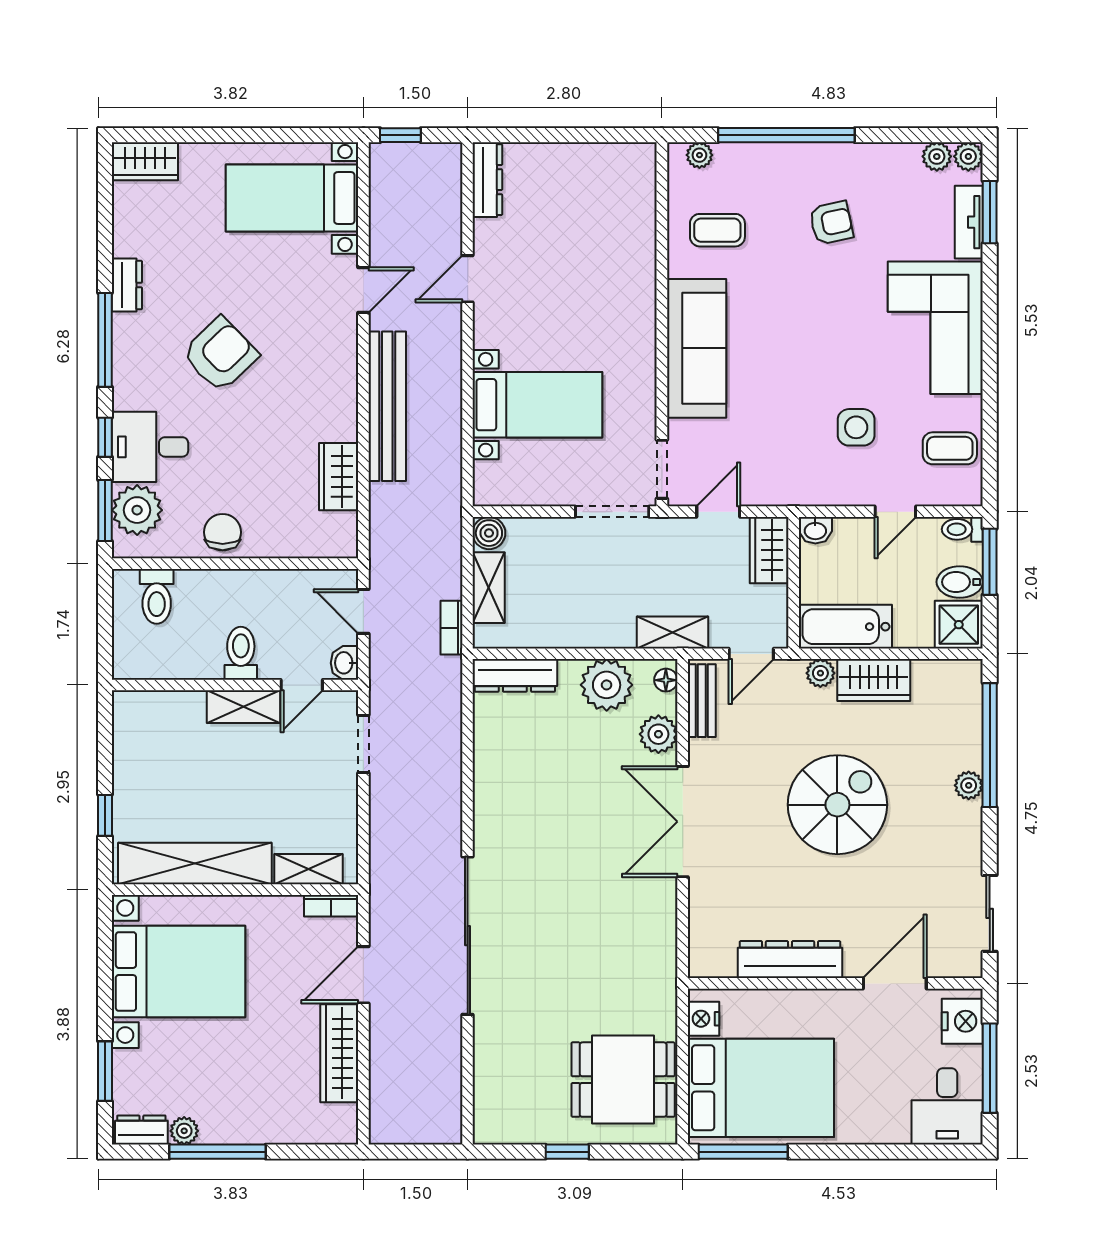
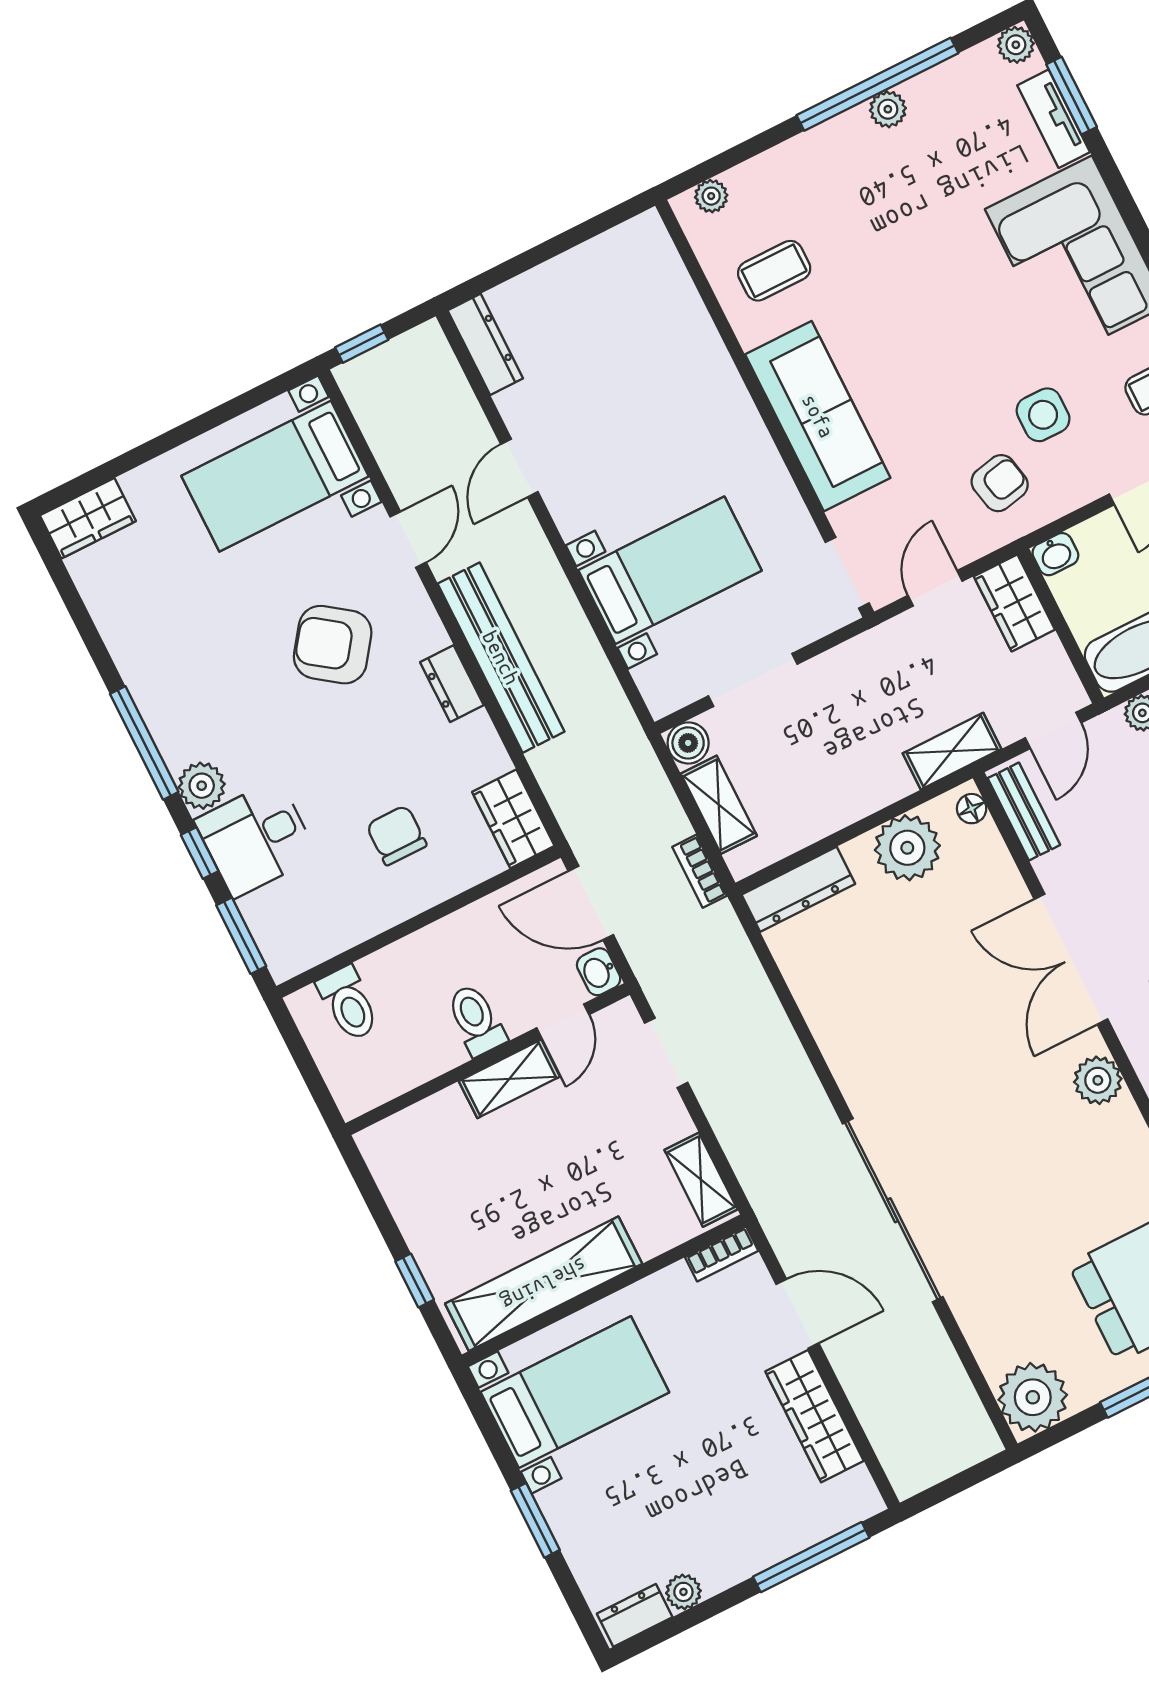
window: (786, 135) -> (877, 84), moved
plant: (937, 156) -> (888, 109), moved
armchair: (831, 223) -> (1000, 483), moved
dresser: (127, 285) -> (452, 684), moved, turned 180
armchair: (220, 354) -> (333, 645), moved, turned -100
wardrobe: (339, 477) -> (513, 819), moved
plant: (137, 510) -> (202, 786), moved, width x0.73, depth x0.73
doorway: (612, 512) -> (753, 680), moved
chair: (223, 532) -> (396, 835), moved
door: (363, 611) -> (591, 903), width x1.38
plant: (658, 734) -> (1098, 1080), moved
shelving: (308, 869) -> (701, 1180), moved, turned 90
bed with nightstands: (179, 971) -> (575, 1392), width x0.73
door: (363, 975) -> (797, 1314), swing flipped
window: (105, 1071) -> (535, 1520), moved
plant: (500, 1117) -> (1033, 1397), added
window: (218, 1152) -> (811, 1557), moved

